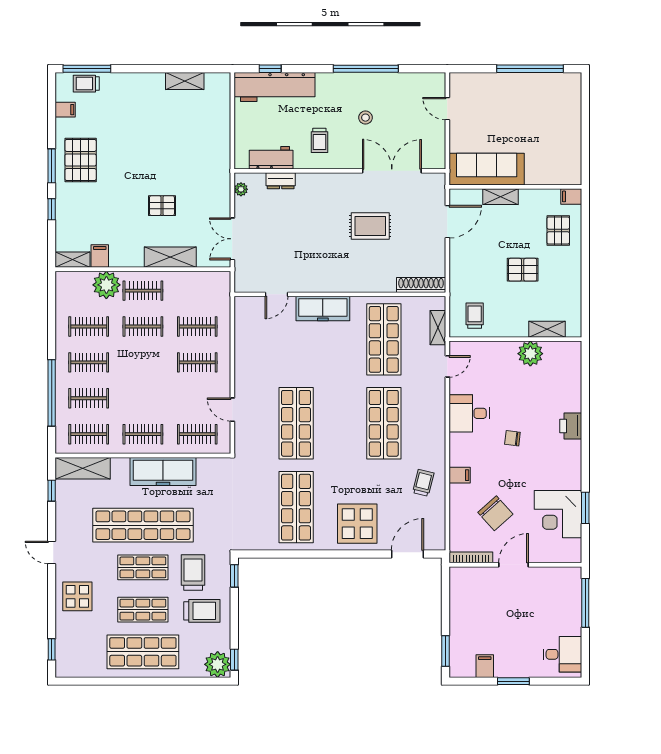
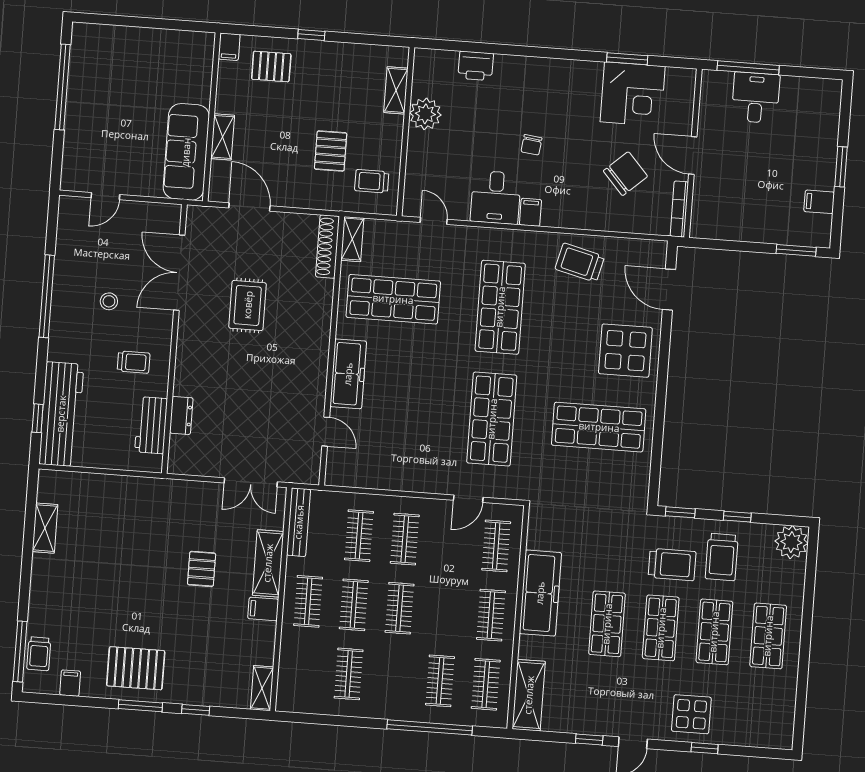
plant: (241, 189) -> (188, 467), removed
filing cabinet: (100, 256) -> (263, 609), moved
window: (585, 260) -> (311, 35), added
pallet: (523, 270) -> (331, 151), moved
bench: (204, 279) -> (299, 522), added
plant: (106, 285) -> (297, 647), removed
shelving: (438, 328) -> (352, 239), moved, turned 90
clothes rail: (89, 362) -> (400, 608), moved
shop shelf: (296, 423) -> (492, 419), turned 90
shop shelf: (384, 423) -> (500, 307), turned 90
printer: (571, 426) -> (476, 66), moved
filing cabinet: (460, 475) -> (530, 212), moved
trolley: (423, 483) -> (580, 263), width x1.36, depth x1.39
window: (52, 491) -> (589, 739), moved
shop shelf: (143, 525) -> (607, 624), width x0.50, depth x0.74
trolley: (193, 573) -> (672, 565), turned 180
trolley: (202, 611) -> (722, 557), turned 180
window: (52, 649) -> (705, 748), moved
shop shelf: (143, 652) -> (768, 636), width x0.70, depth x0.74
desk: (562, 654) -> (756, 98), moved
window: (234, 660) -> (737, 517), moved

